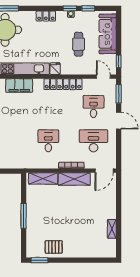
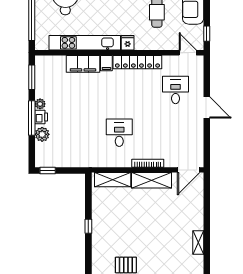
filing cabinet: (38, 85) -> (106, 63), added
window: (119, 94) -> (207, 74), removed
desk: (94, 141) -> (176, 133), removed
window: (24, 216) -> (88, 226), width x0.46

